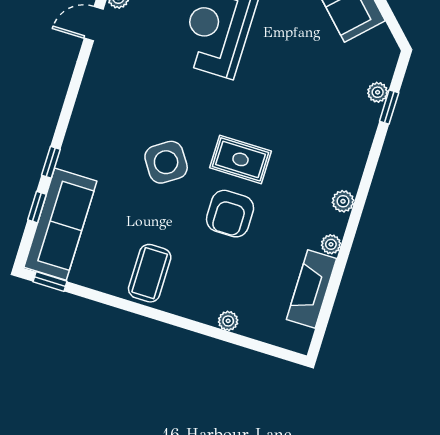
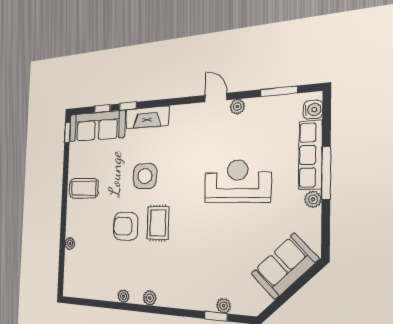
side table: (166, 162) -> (145, 176), turned 34
fireplace: (312, 289) -> (147, 117), moved, turned 180

